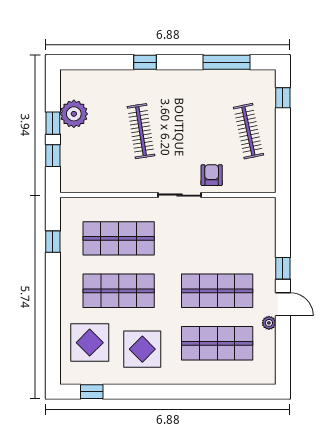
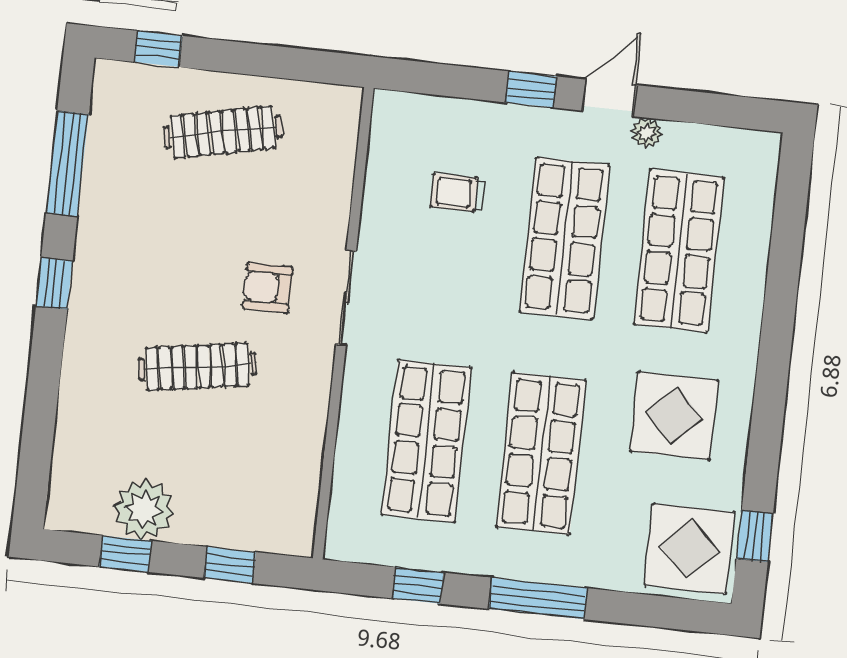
window: (145, 62) -> (54, 283), moved
window: (53, 123) -> (125, 554), moved
armchair: (212, 175) -> (268, 288), moved
trolley: (232, 240) -> (457, 193), added
window: (53, 297) -> (538, 598), added
display table: (90, 343) -> (689, 549), moved

